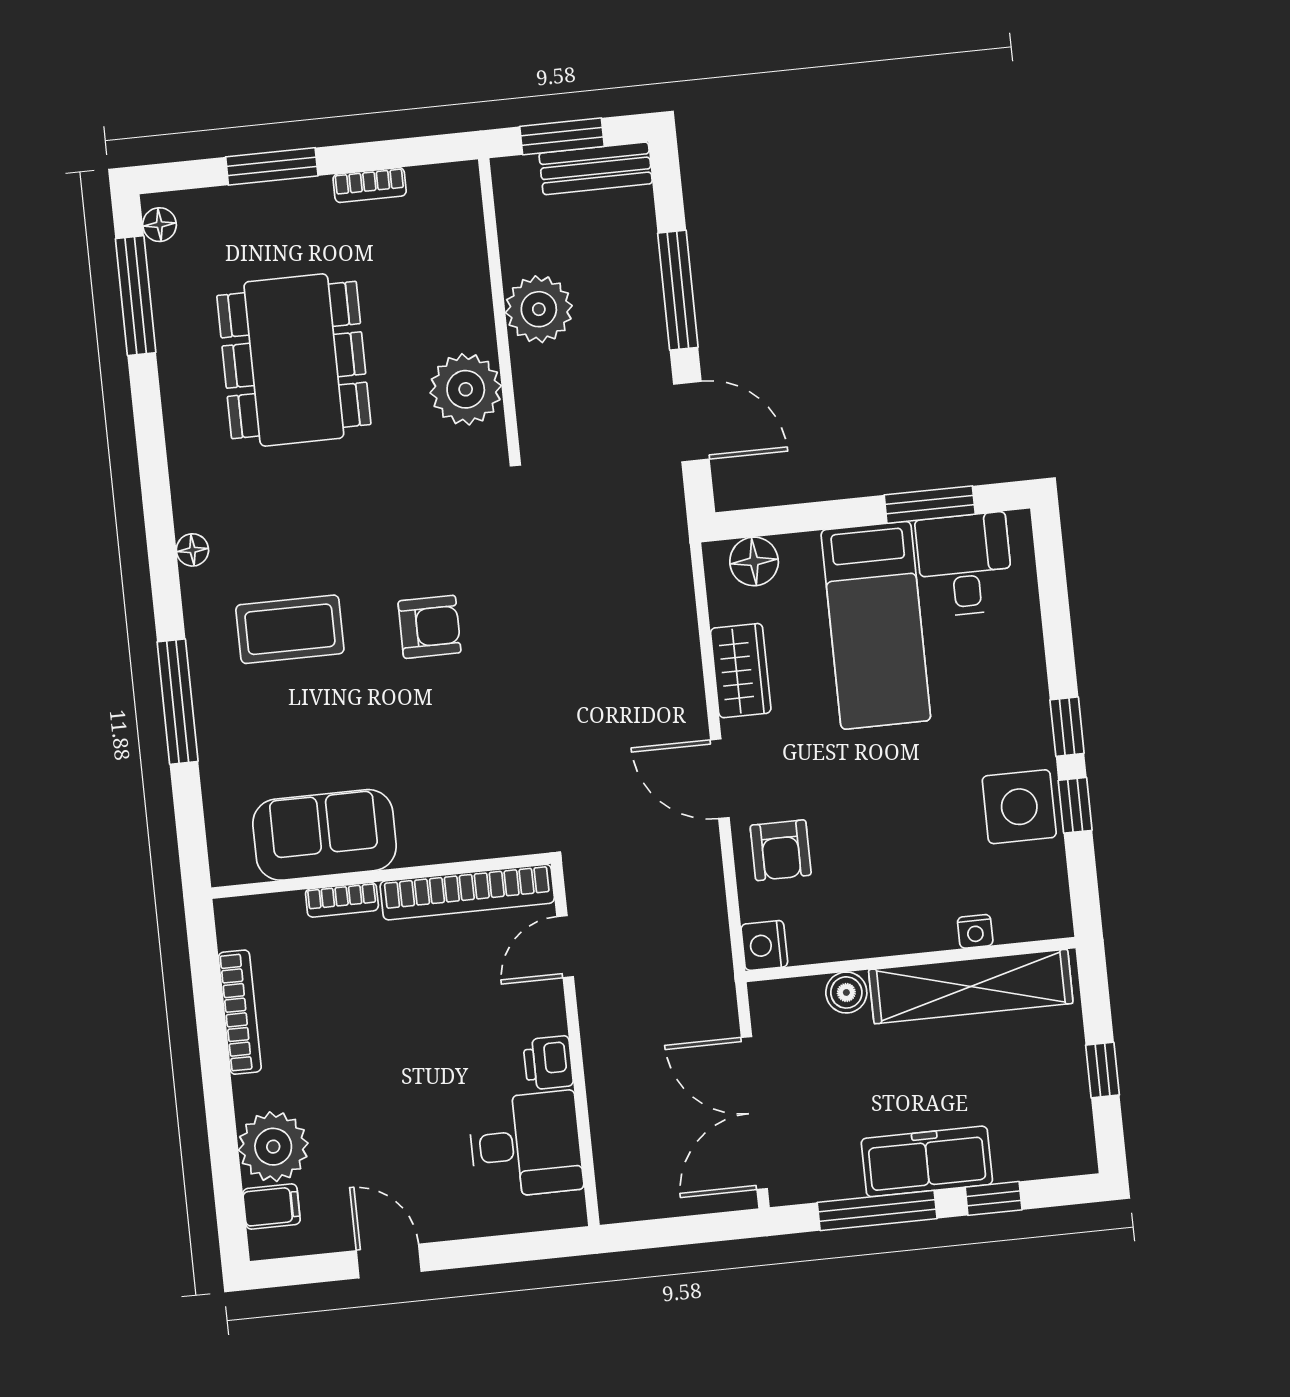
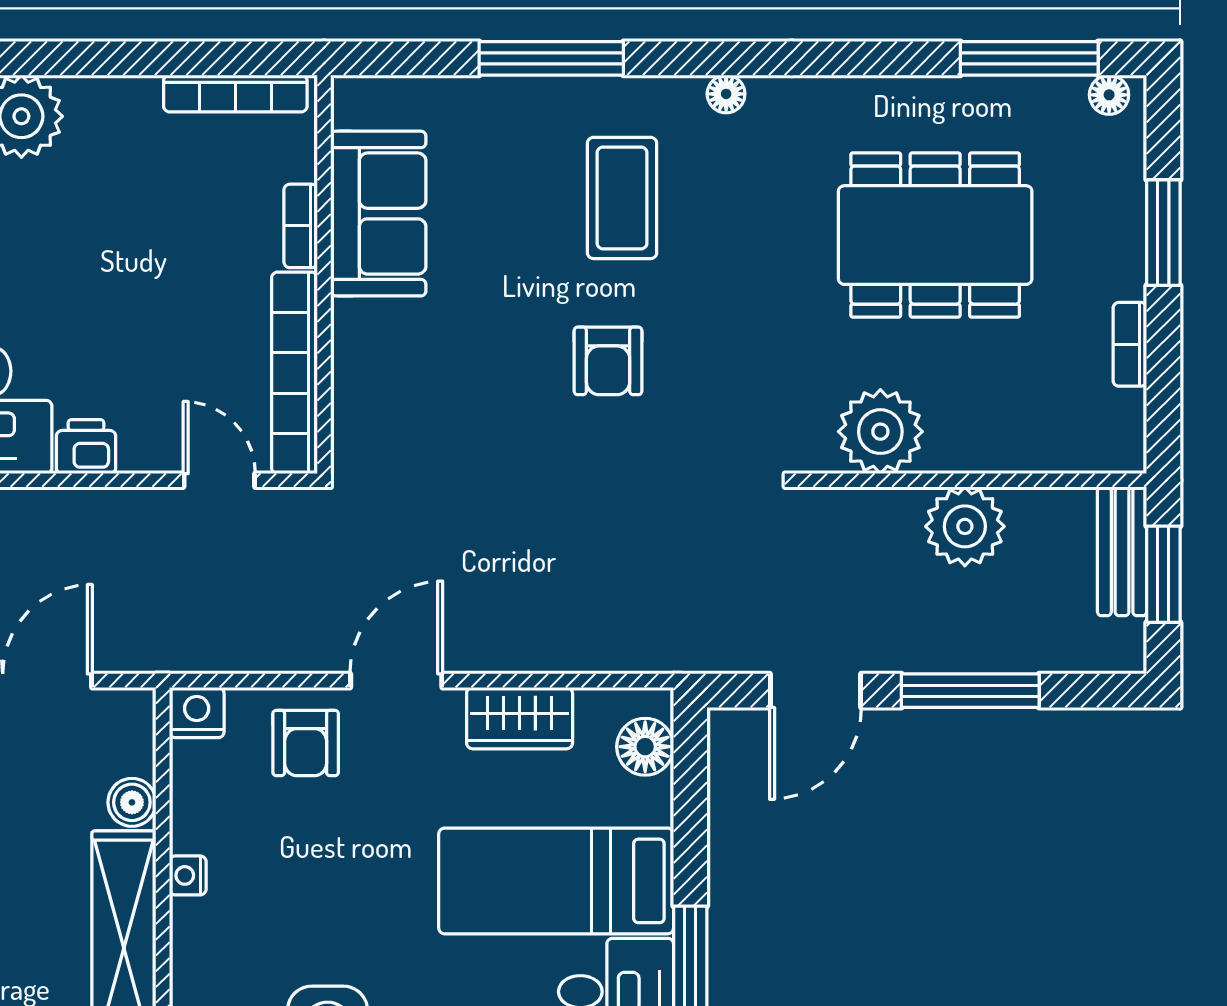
bench: (596, 168) -> (1122, 551), moved
armchair: (781, 850) -> (306, 743), turned -90
nightstand: (975, 931) -> (188, 875), moved
bookcase: (240, 1012) -> (235, 93), moved

